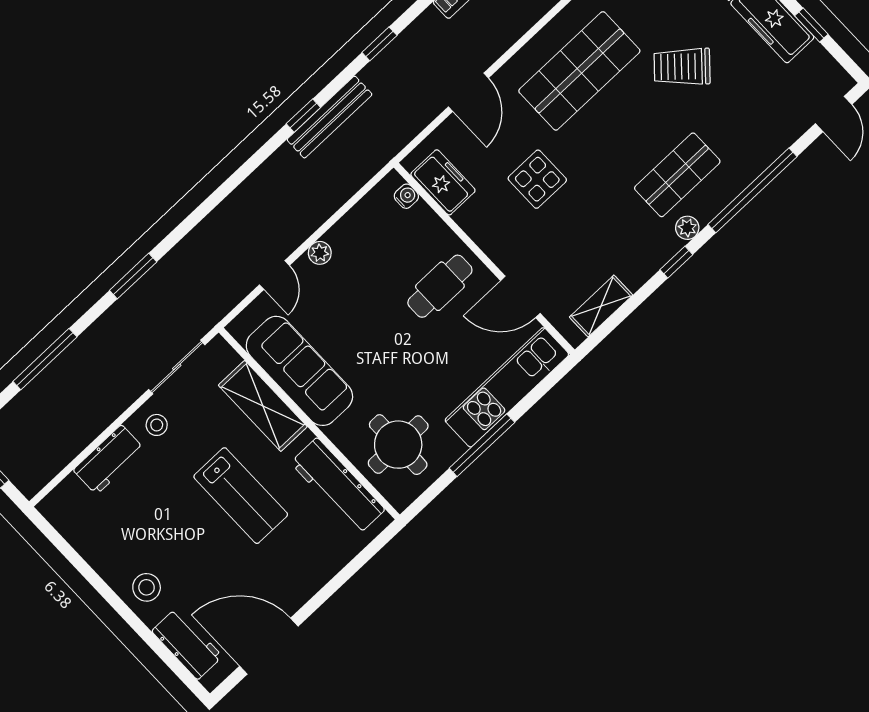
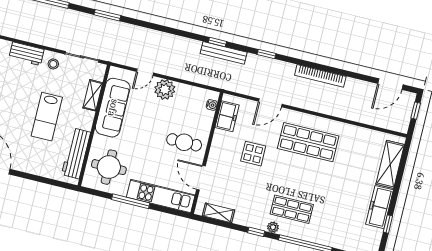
trolley: (682, 67) -> (337, 183), removed
plant: (320, 253) -> (165, 89), width x1.87, depth x1.87
shelving: (263, 406) -> (93, 95), width x0.67, depth x0.75

